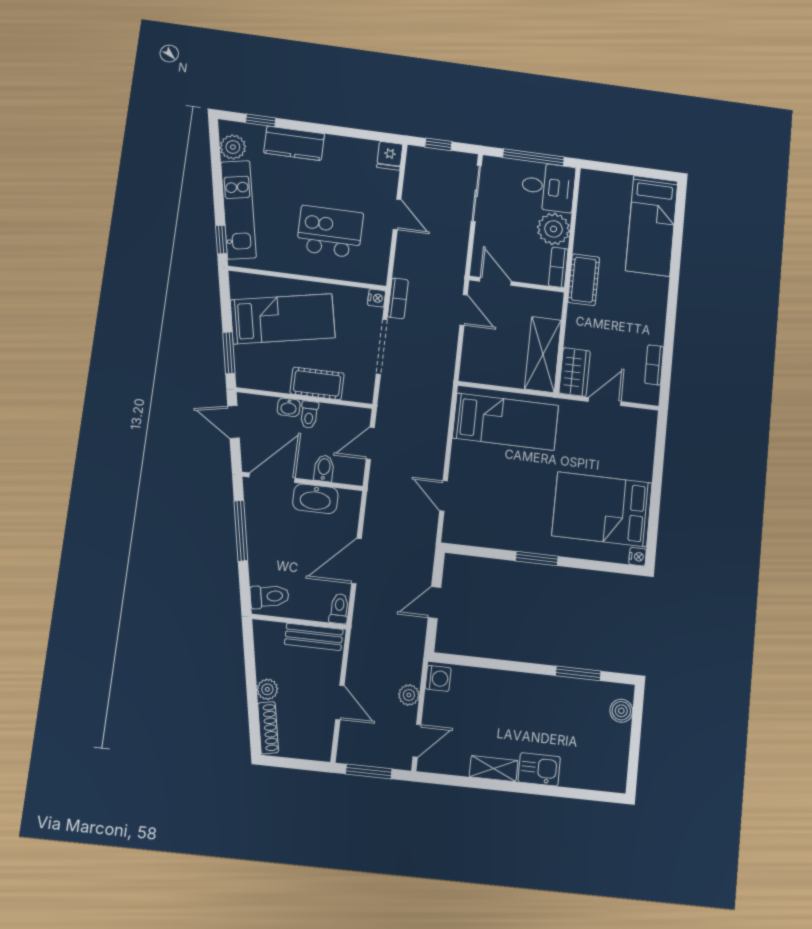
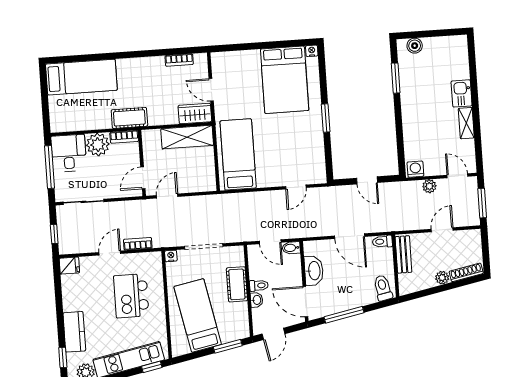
bookcase: (398, 298) -> (138, 244), moved
bidet: (324, 468) -> (291, 248), moved

